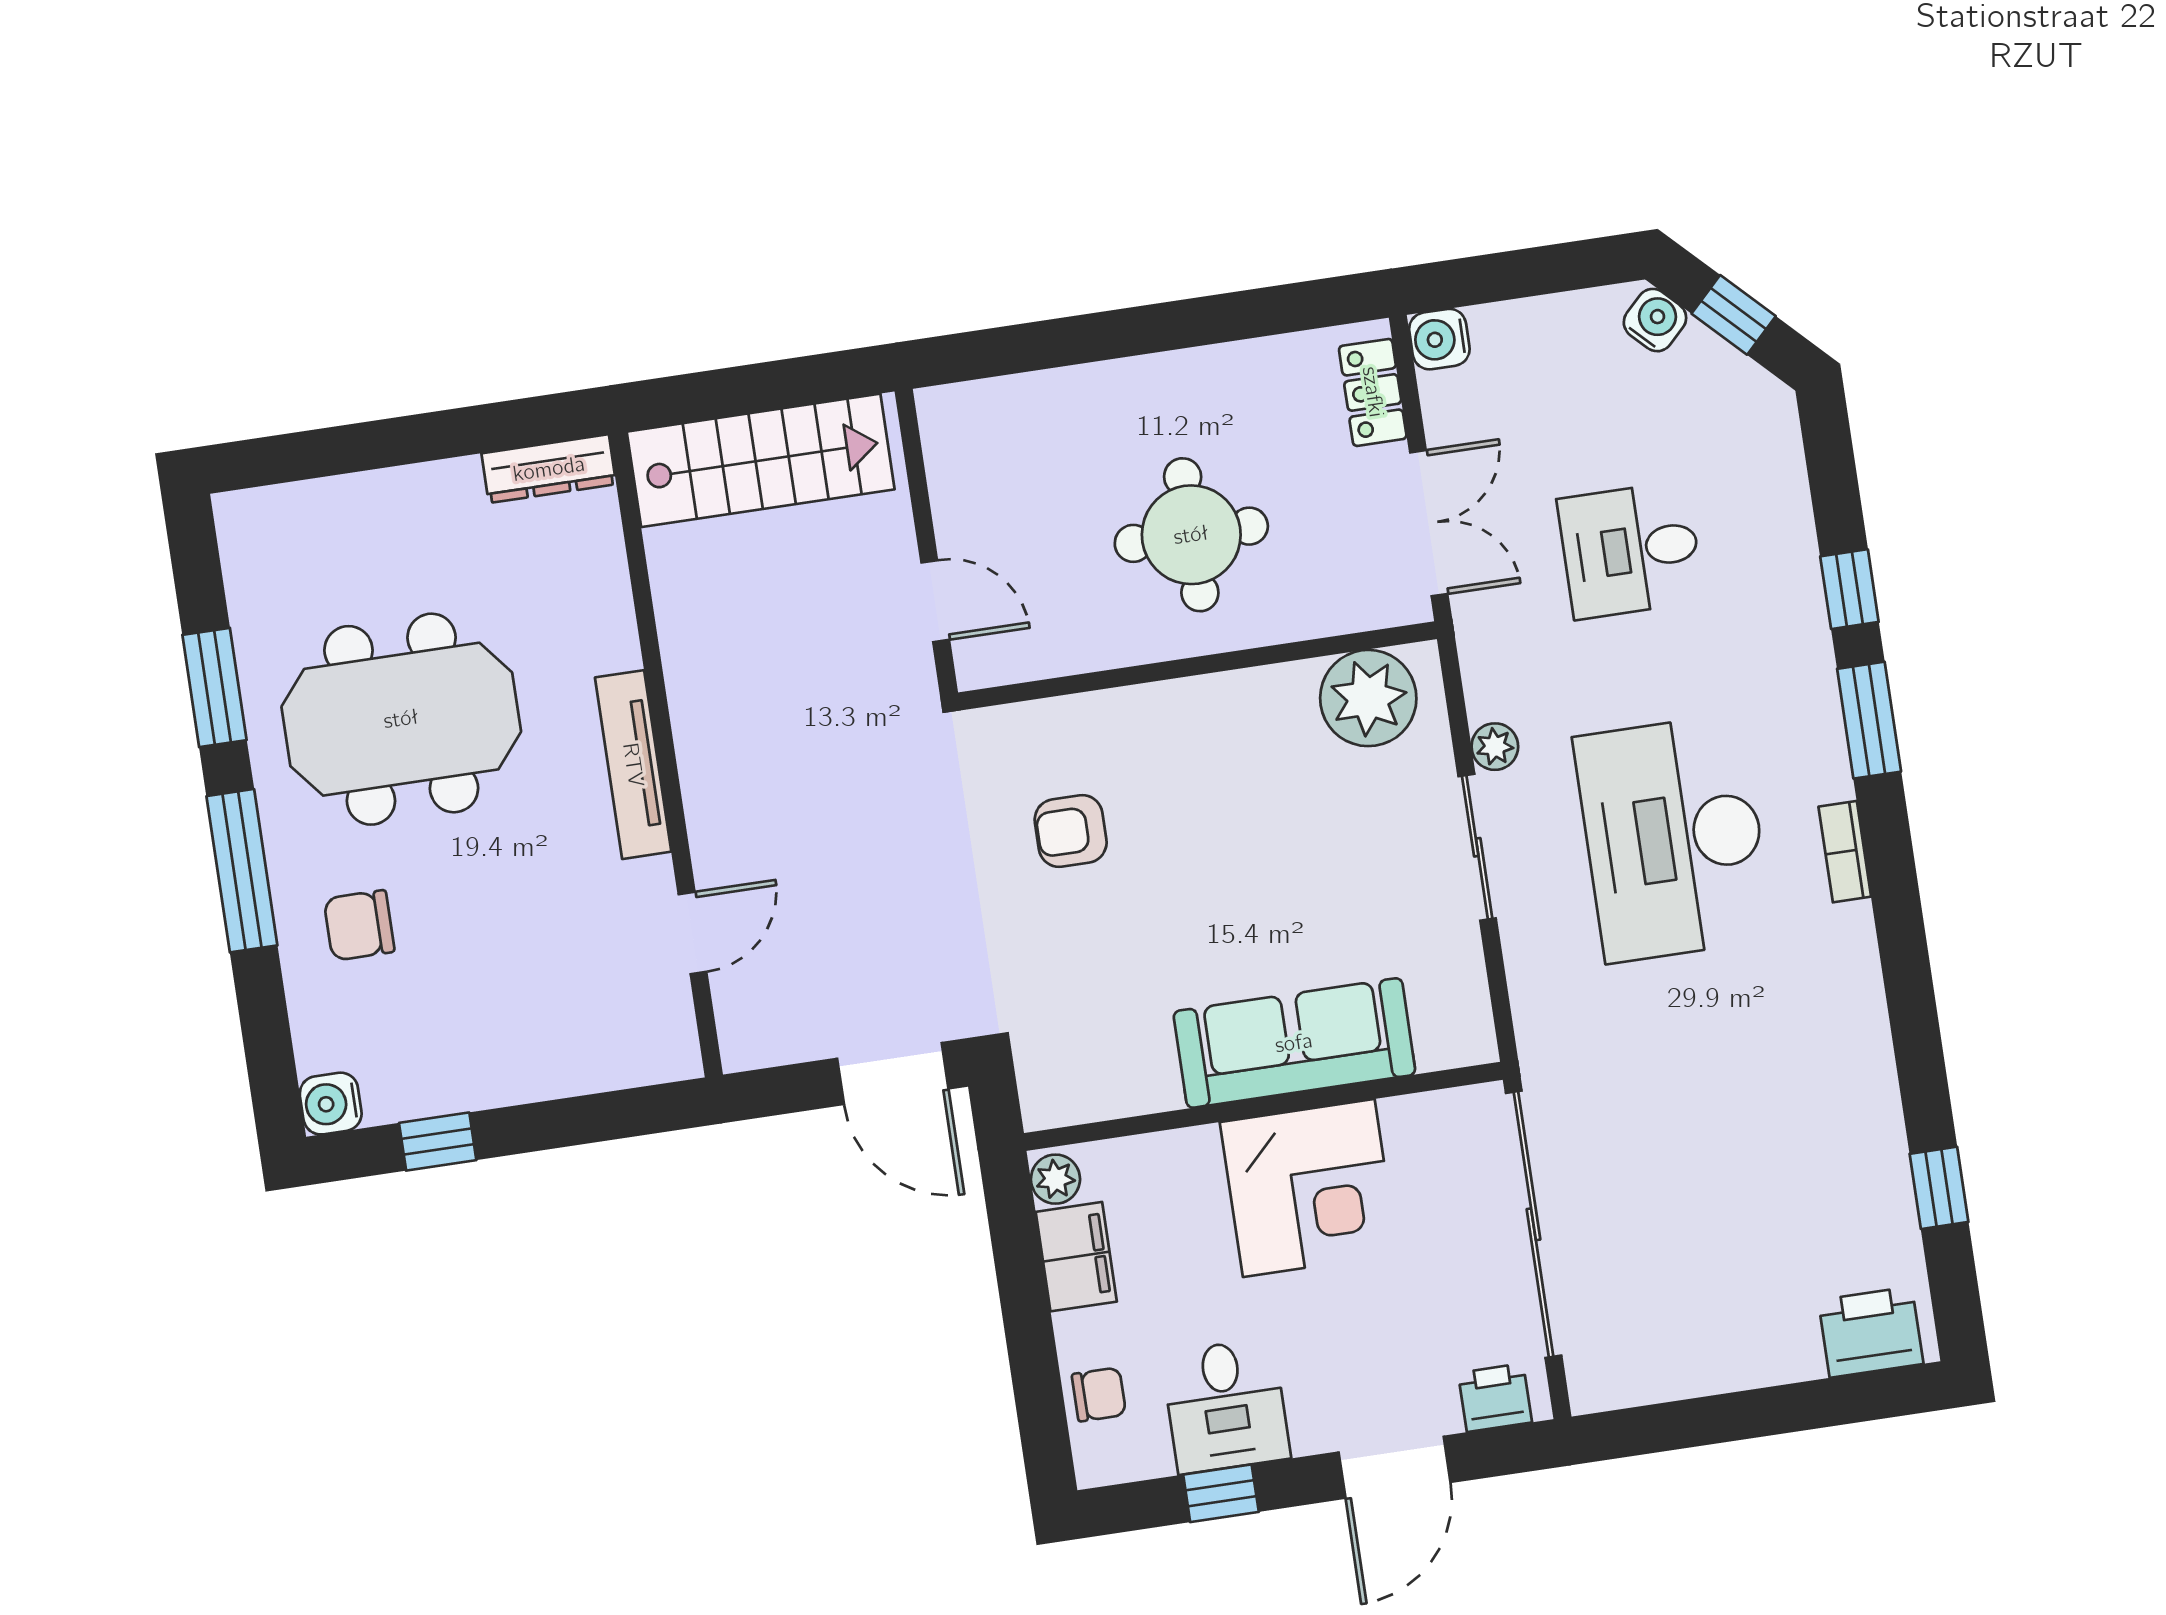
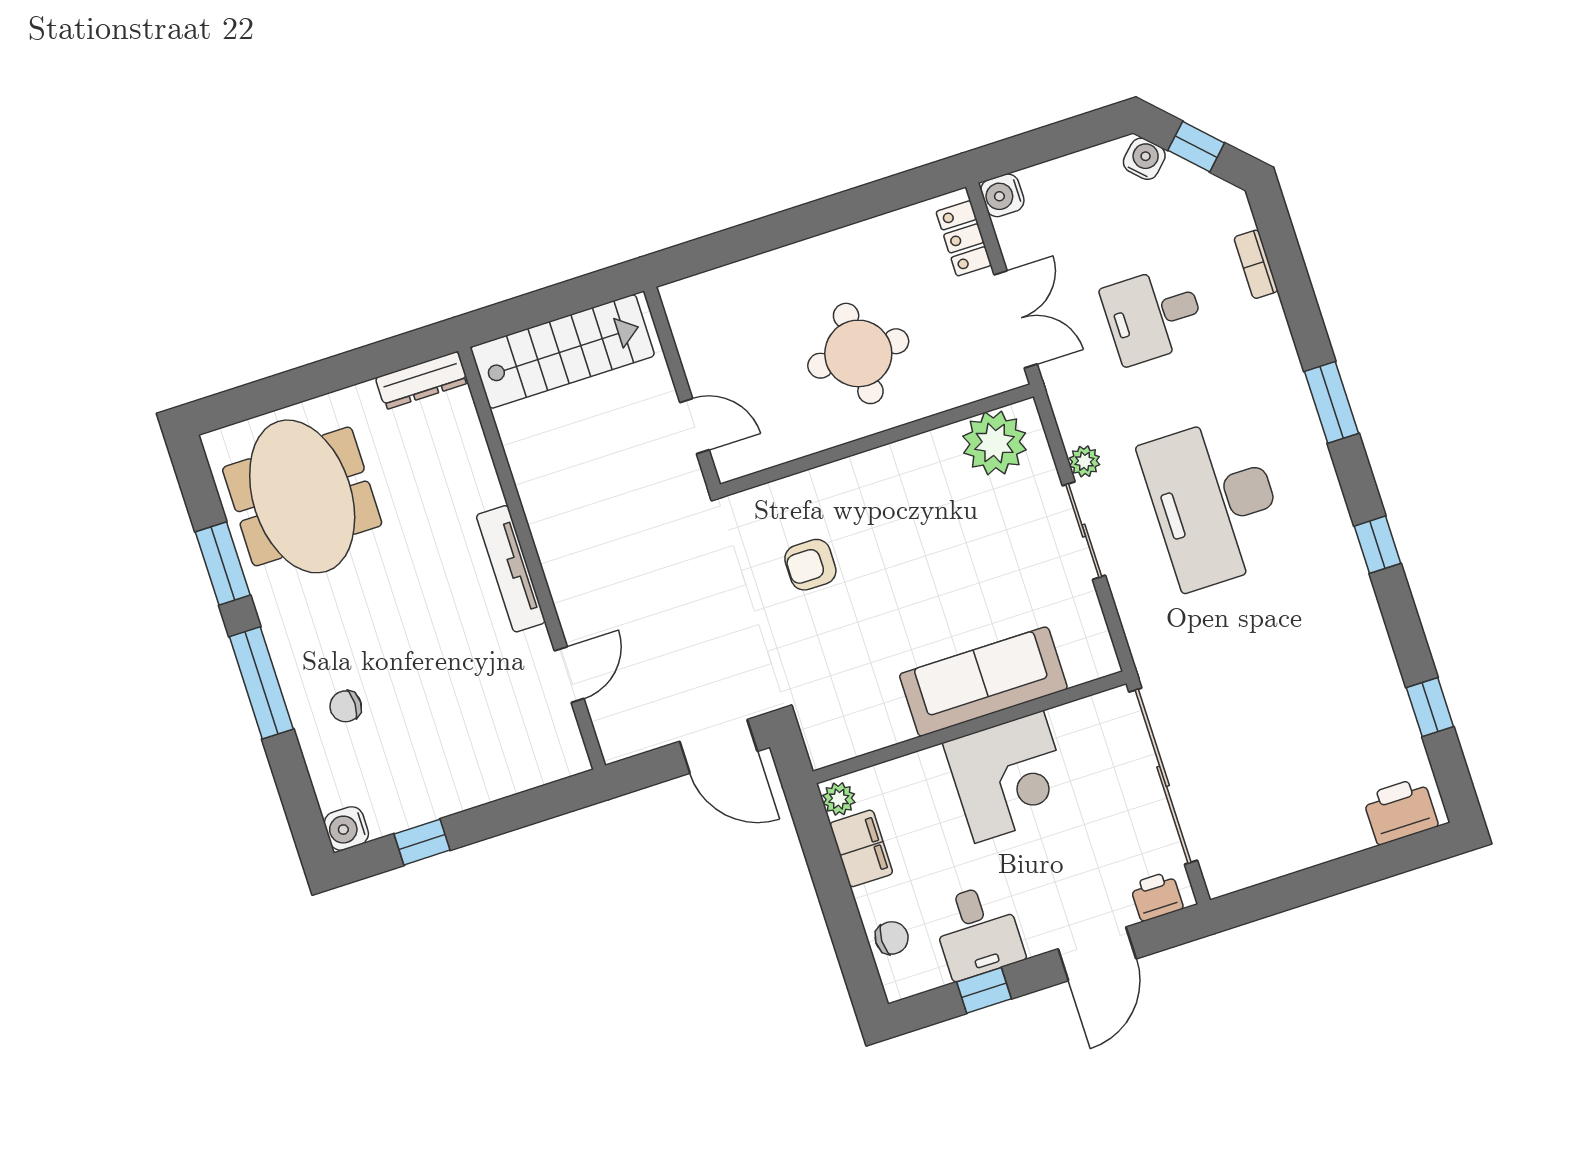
window: (1849, 589) -> (1377, 545), moved
meeting table: (401, 719) -> (302, 496), moved, turned 90
bookcase: (1845, 852) -> (1256, 264), moved
chair: (359, 925) -> (346, 706), width x0.73, depth x0.73

